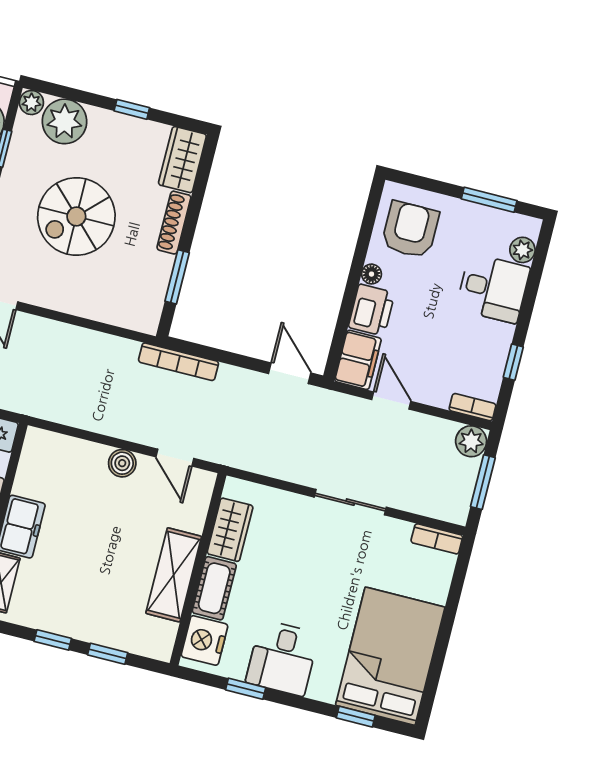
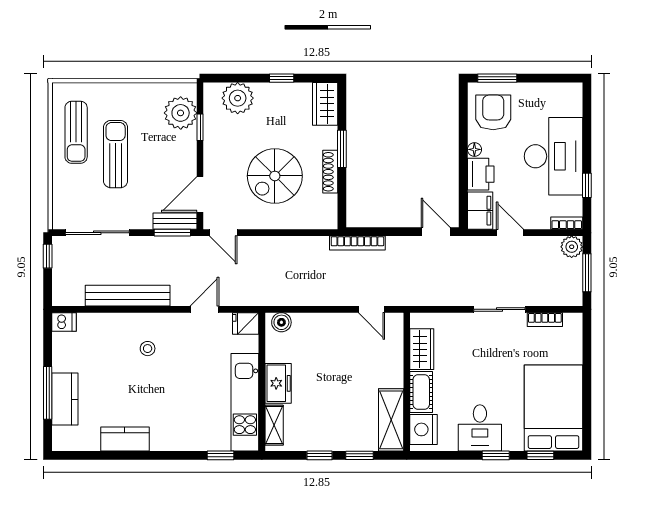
plant: (31, 103) -> (212, 91), removed
window: (489, 200) -> (497, 78), moved
spiral stairs: (76, 216) -> (275, 176), moved
shoe rack: (174, 223) -> (330, 172), moved
plant: (522, 250) -> (574, 107), removed
window: (177, 277) -> (342, 149), moved
desk: (493, 288) -> (554, 156), width x1.87, depth x1.30
boiler: (122, 463) -> (281, 322), moved
bookcase: (437, 539) -> (545, 320), moved
shelving: (174, 575) -> (391, 420), moved
window: (246, 689) -> (496, 455), moved

